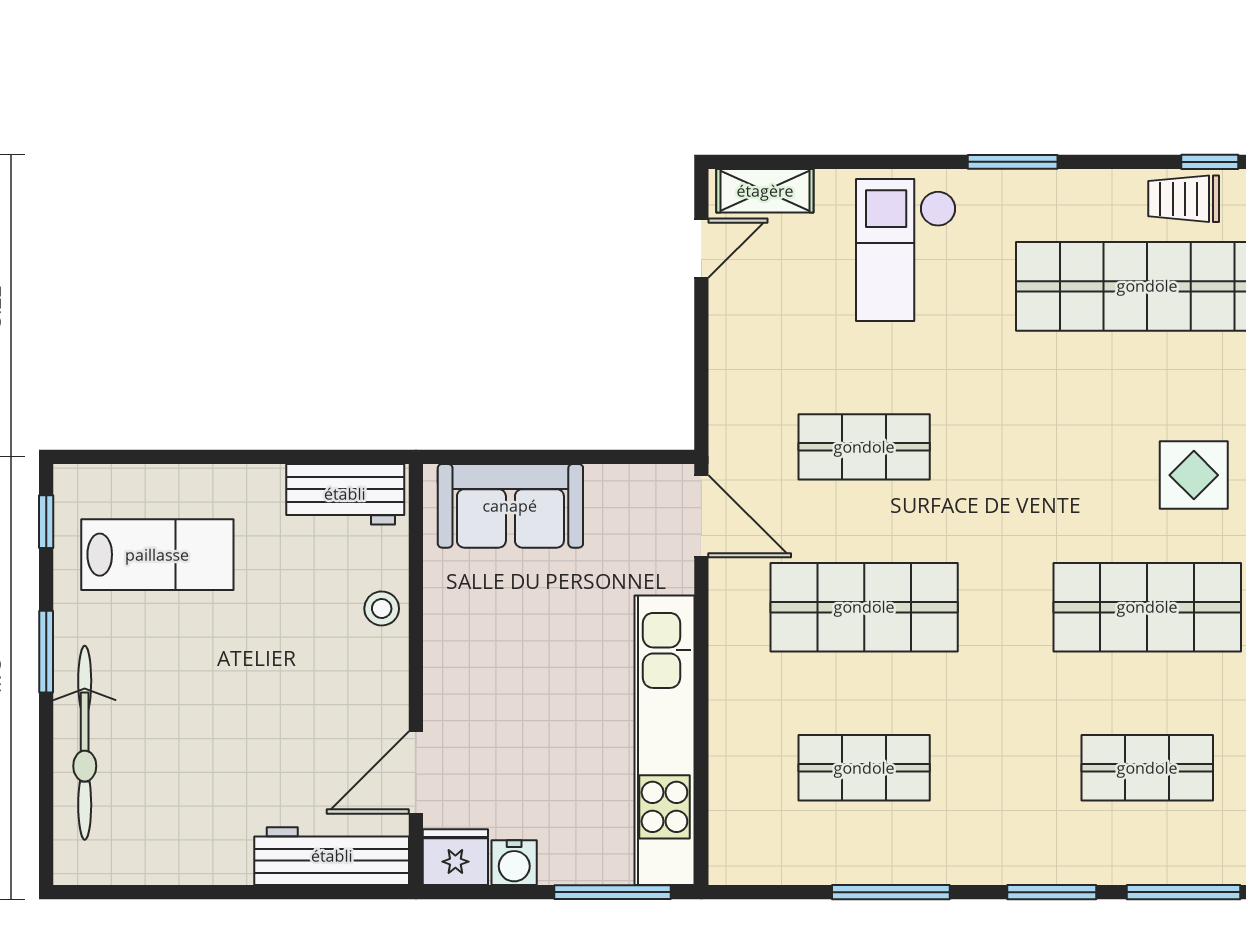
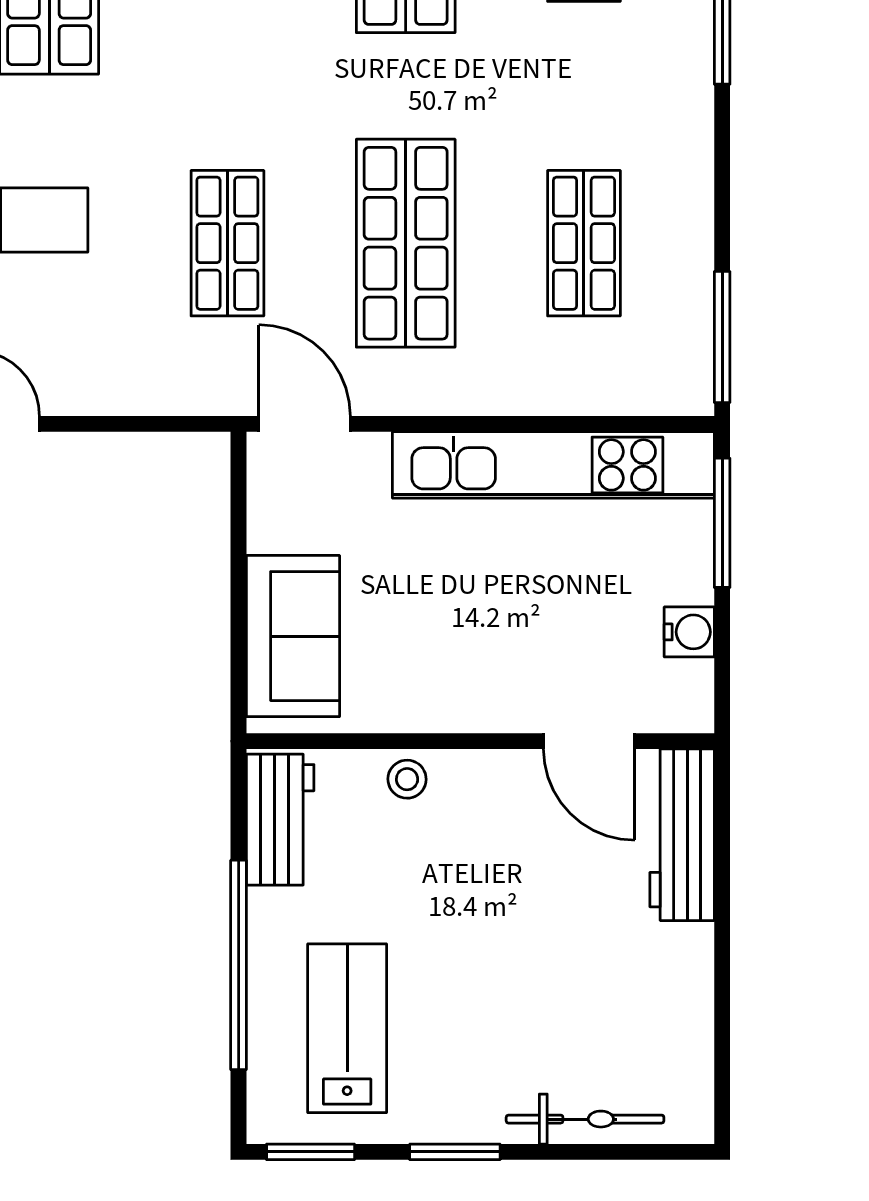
window: (214, 457) -> (239, 965), added
door: (701, 516) -> (305, 424), hinge flipped
window: (46, 522) -> (311, 1152), width x1.50
bicycle: (85, 743) -> (585, 1119), width x0.73, depth x0.71
fridge: (455, 857) -> (683, 697), removed
window: (891, 892) -> (722, 337), moved

